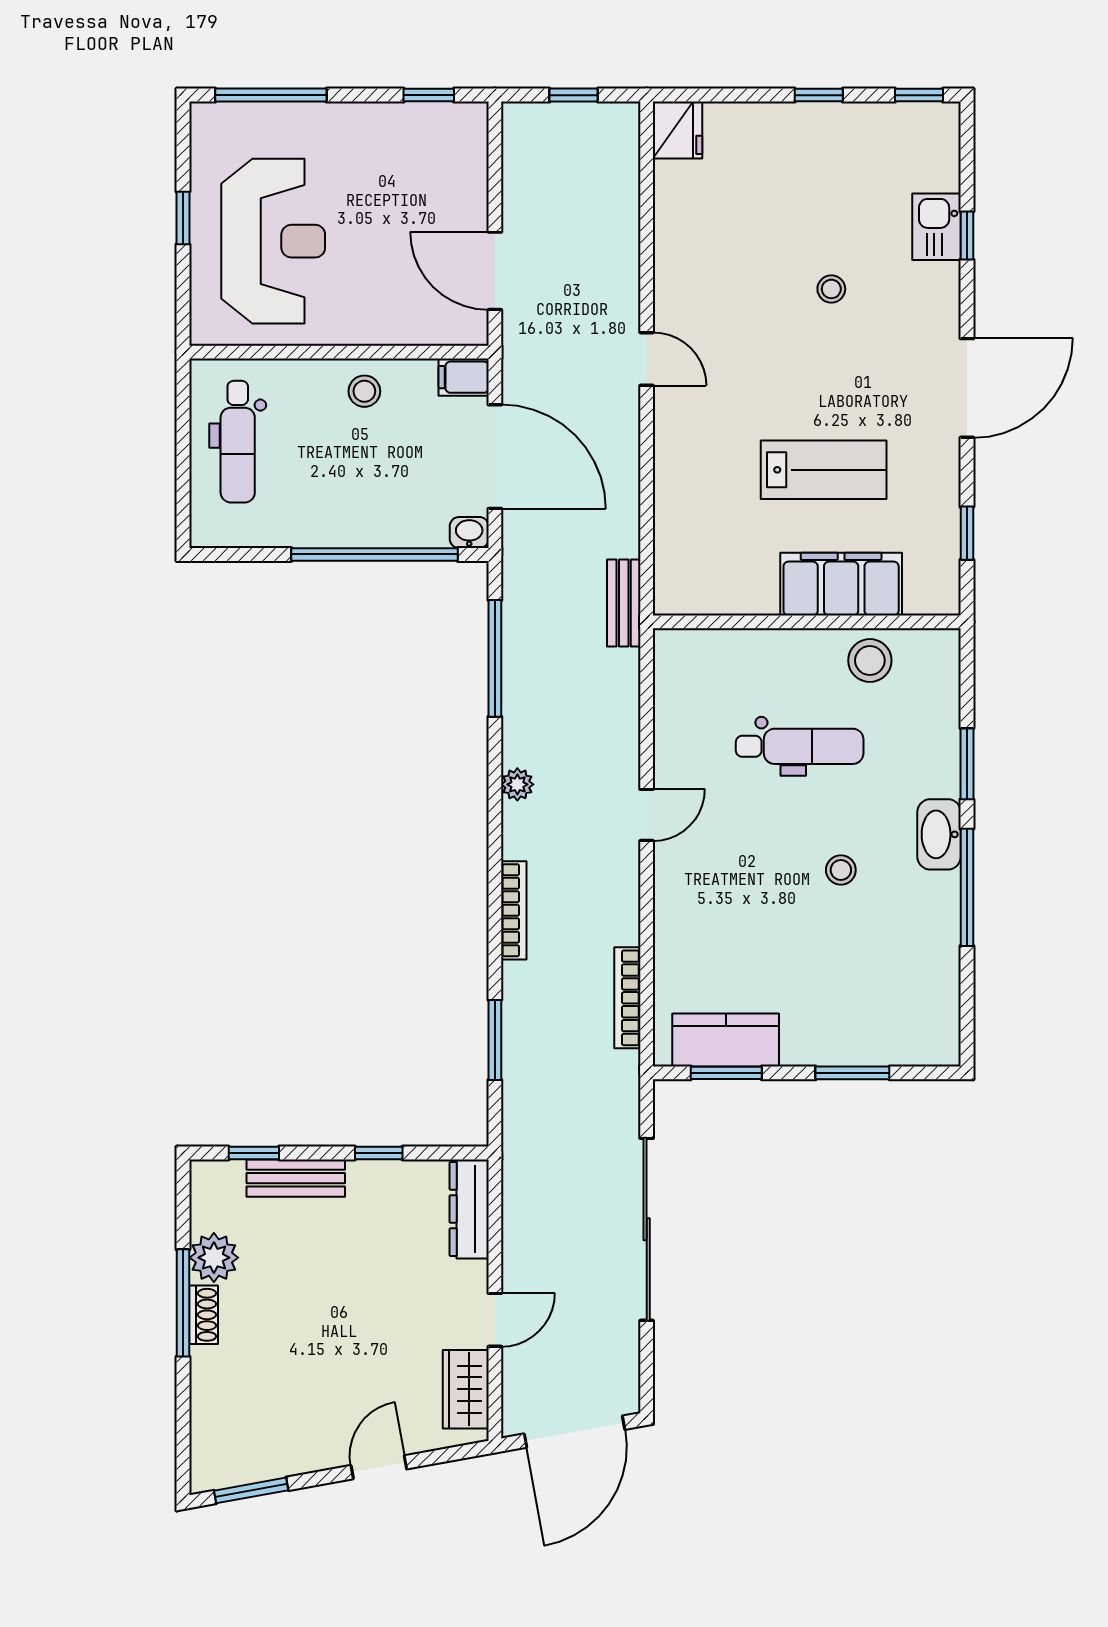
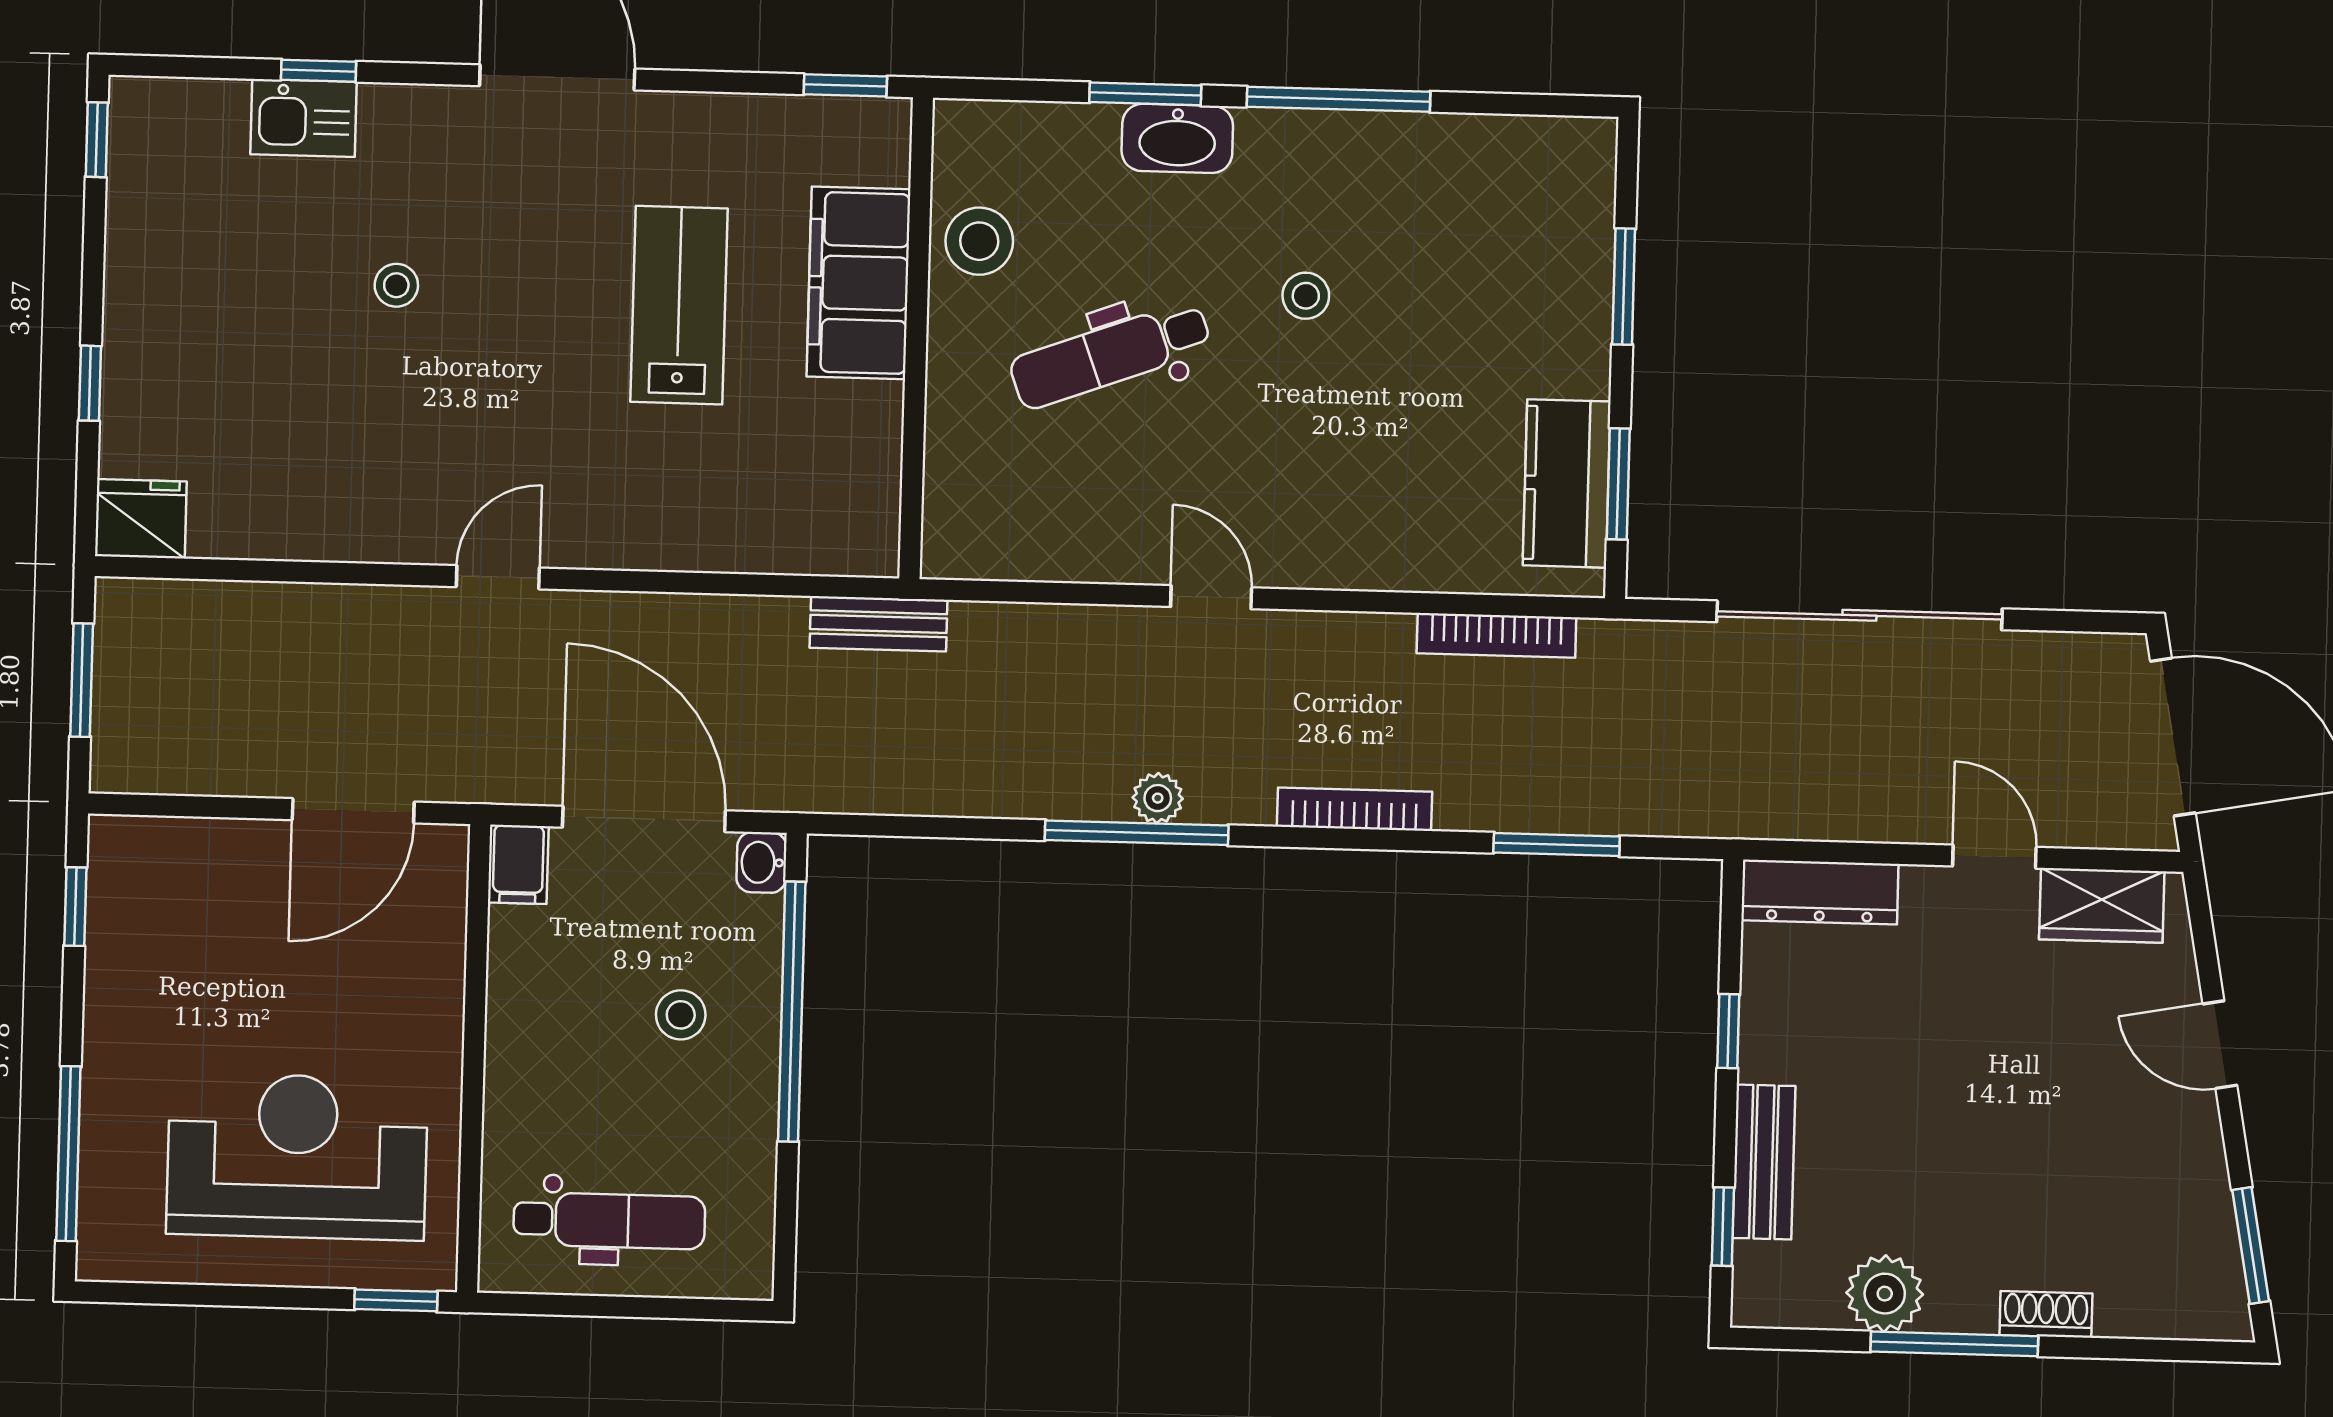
window: (574, 95) -> (82, 680), width x1.50
window: (819, 95) -> (90, 383), moved
window: (183, 218) -> (396, 1300), moved
stool: (364, 391) -> (681, 1015), moved
door: (495, 457) -> (644, 819), hinge flipped
window: (967, 533) -> (845, 85), moved
window: (495, 658) -> (1137, 833), moved
dental chair: (800, 746) -> (1110, 355), turned -110
washbasin: (939, 834) -> (1177, 138), moved
shoe rack: (204, 1315) -> (2046, 1314), moved

